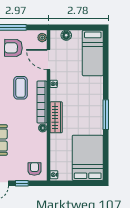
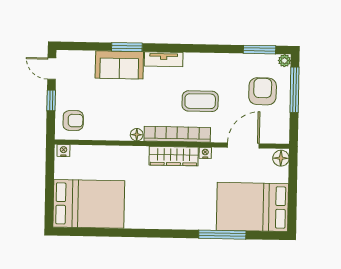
floor lamp: (66, 35) -> (281, 158), moved
plant: (42, 38) -> (278, 137), removed
bed: (93, 53) -> (252, 207), width x1.50
window: (106, 115) -> (222, 235), moved
wardrobe: (56, 117) -> (174, 156), moved

